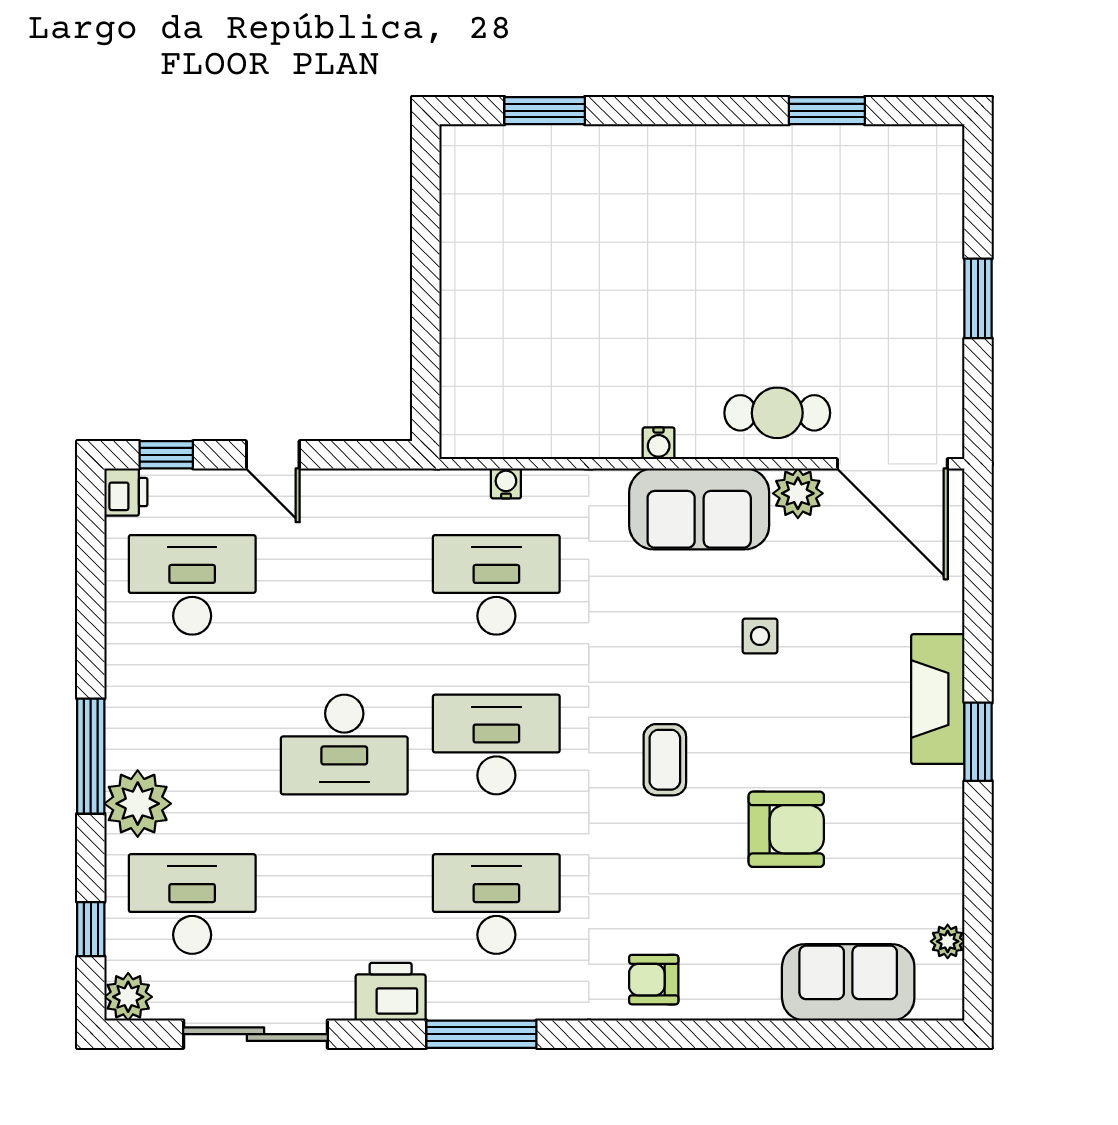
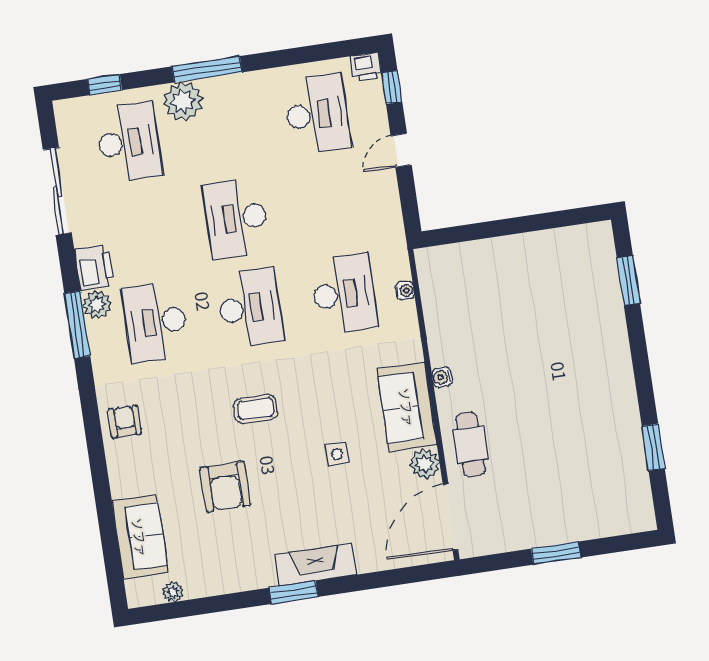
desk: (496, 904) -> (155, 322), turned 180
plant: (128, 997) -> (97, 305), moved

